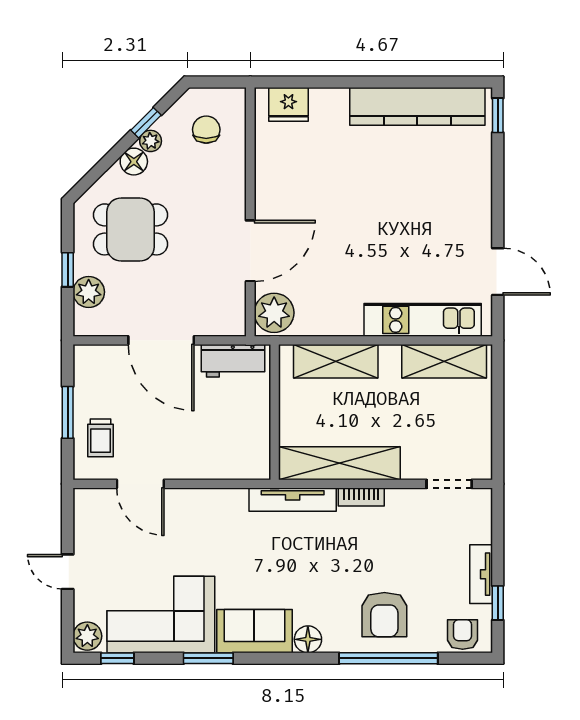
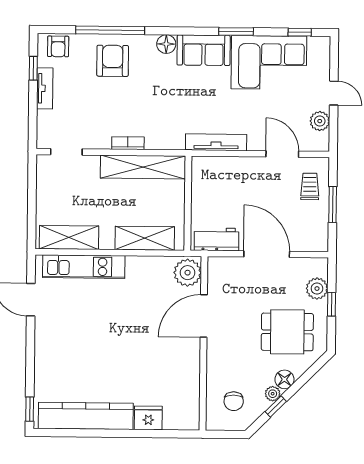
fridge: (288, 104) -> (148, 418), moved
tv unit: (293, 500) -> (216, 142), moved
plant: (87, 636) -> (320, 121), moved

